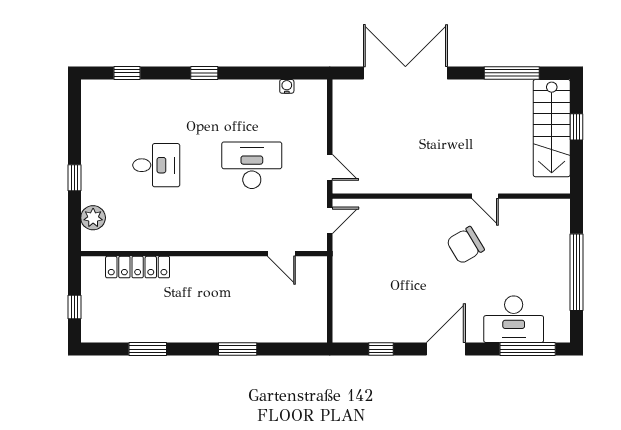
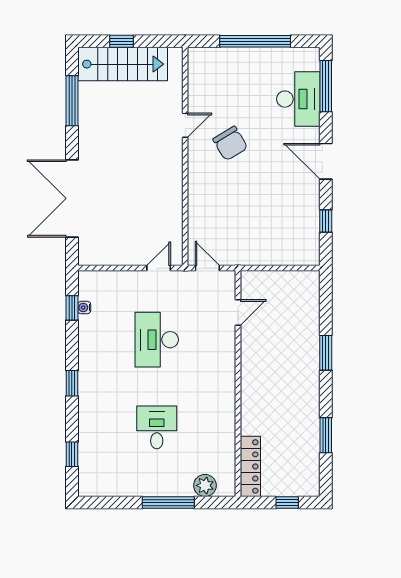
window: (286, 73) -> (72, 308), added
window: (74, 178) -> (168, 503), width x2.17
locker: (138, 267) -> (250, 466), moved

